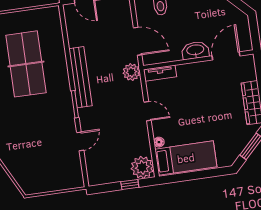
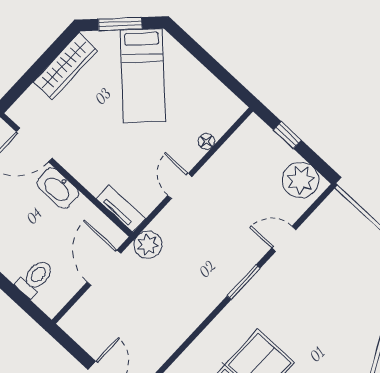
bench: (80, 77) -> (205, 302), removed
bed: (186, 158) -> (143, 76), moved, turned -135
plant: (142, 167) -> (301, 180), moved

